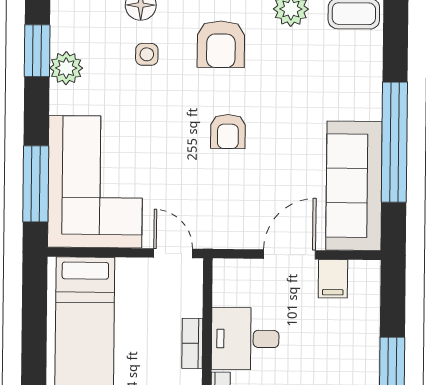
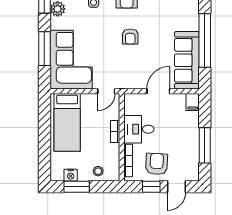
window: (36, 184) -> (44, 49), moved
door: (173, 253) -> (106, 91), swing flipped
filing cabinet: (333, 279) -> (193, 102), moved

